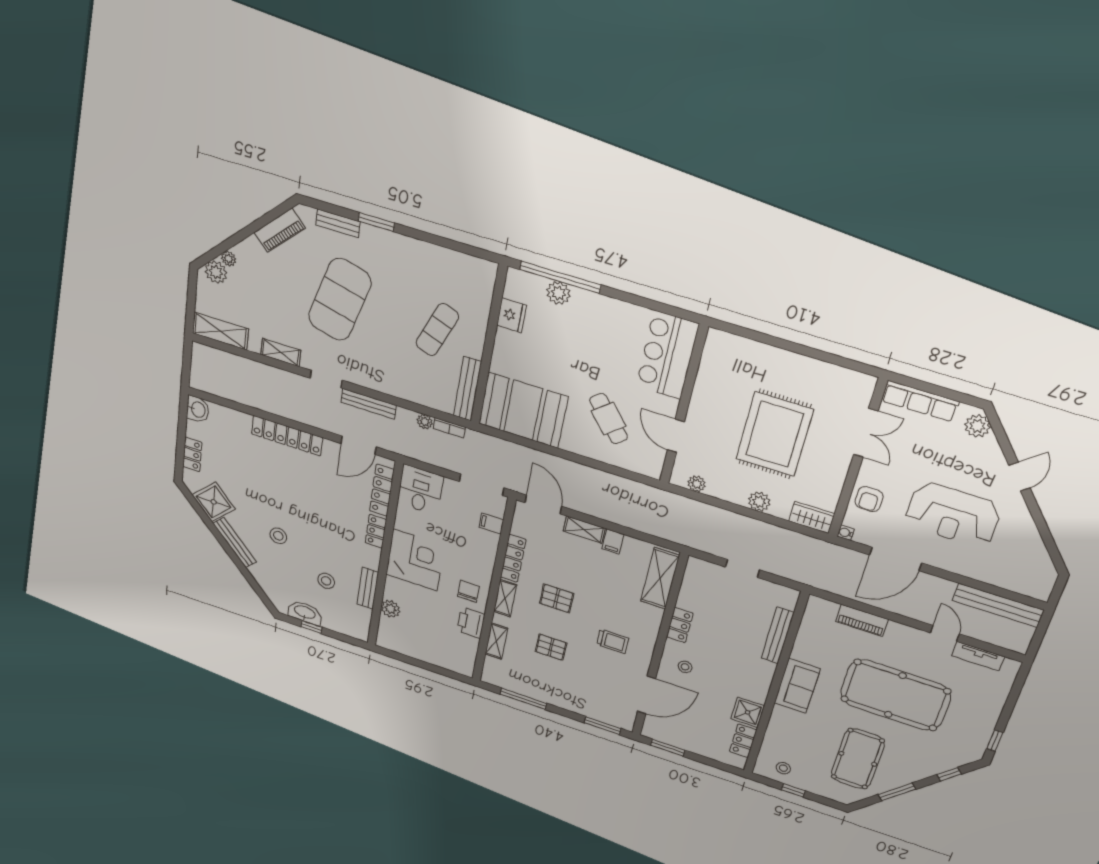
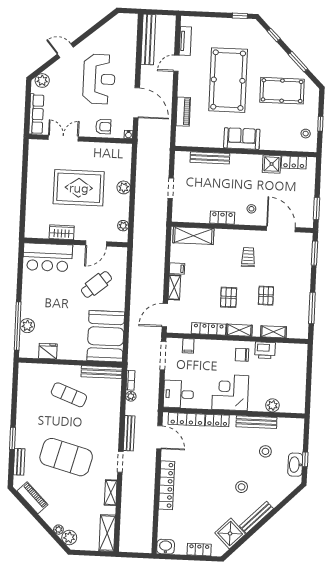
wardrobe: (812, 517) -> (62, 232), moved, turned 90
bench: (368, 588) -> (256, 422), width x1.36

